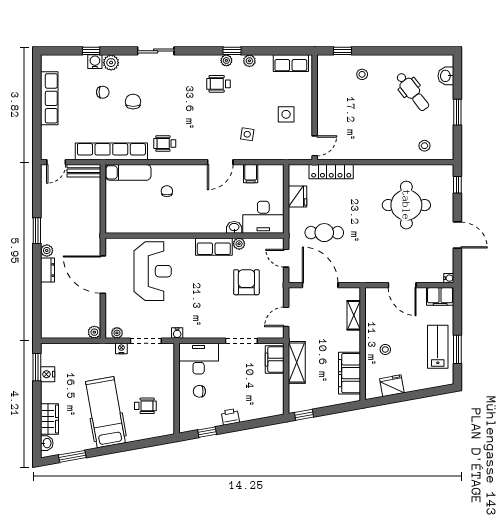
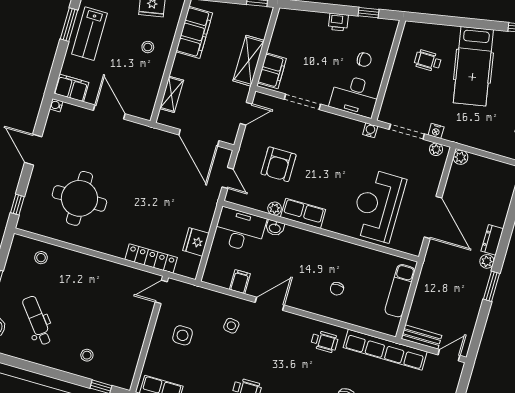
exam couch: (128, 172) -> (400, 291), moved, turned -90
cafe table: (324, 233) -> (178, 194), removed

